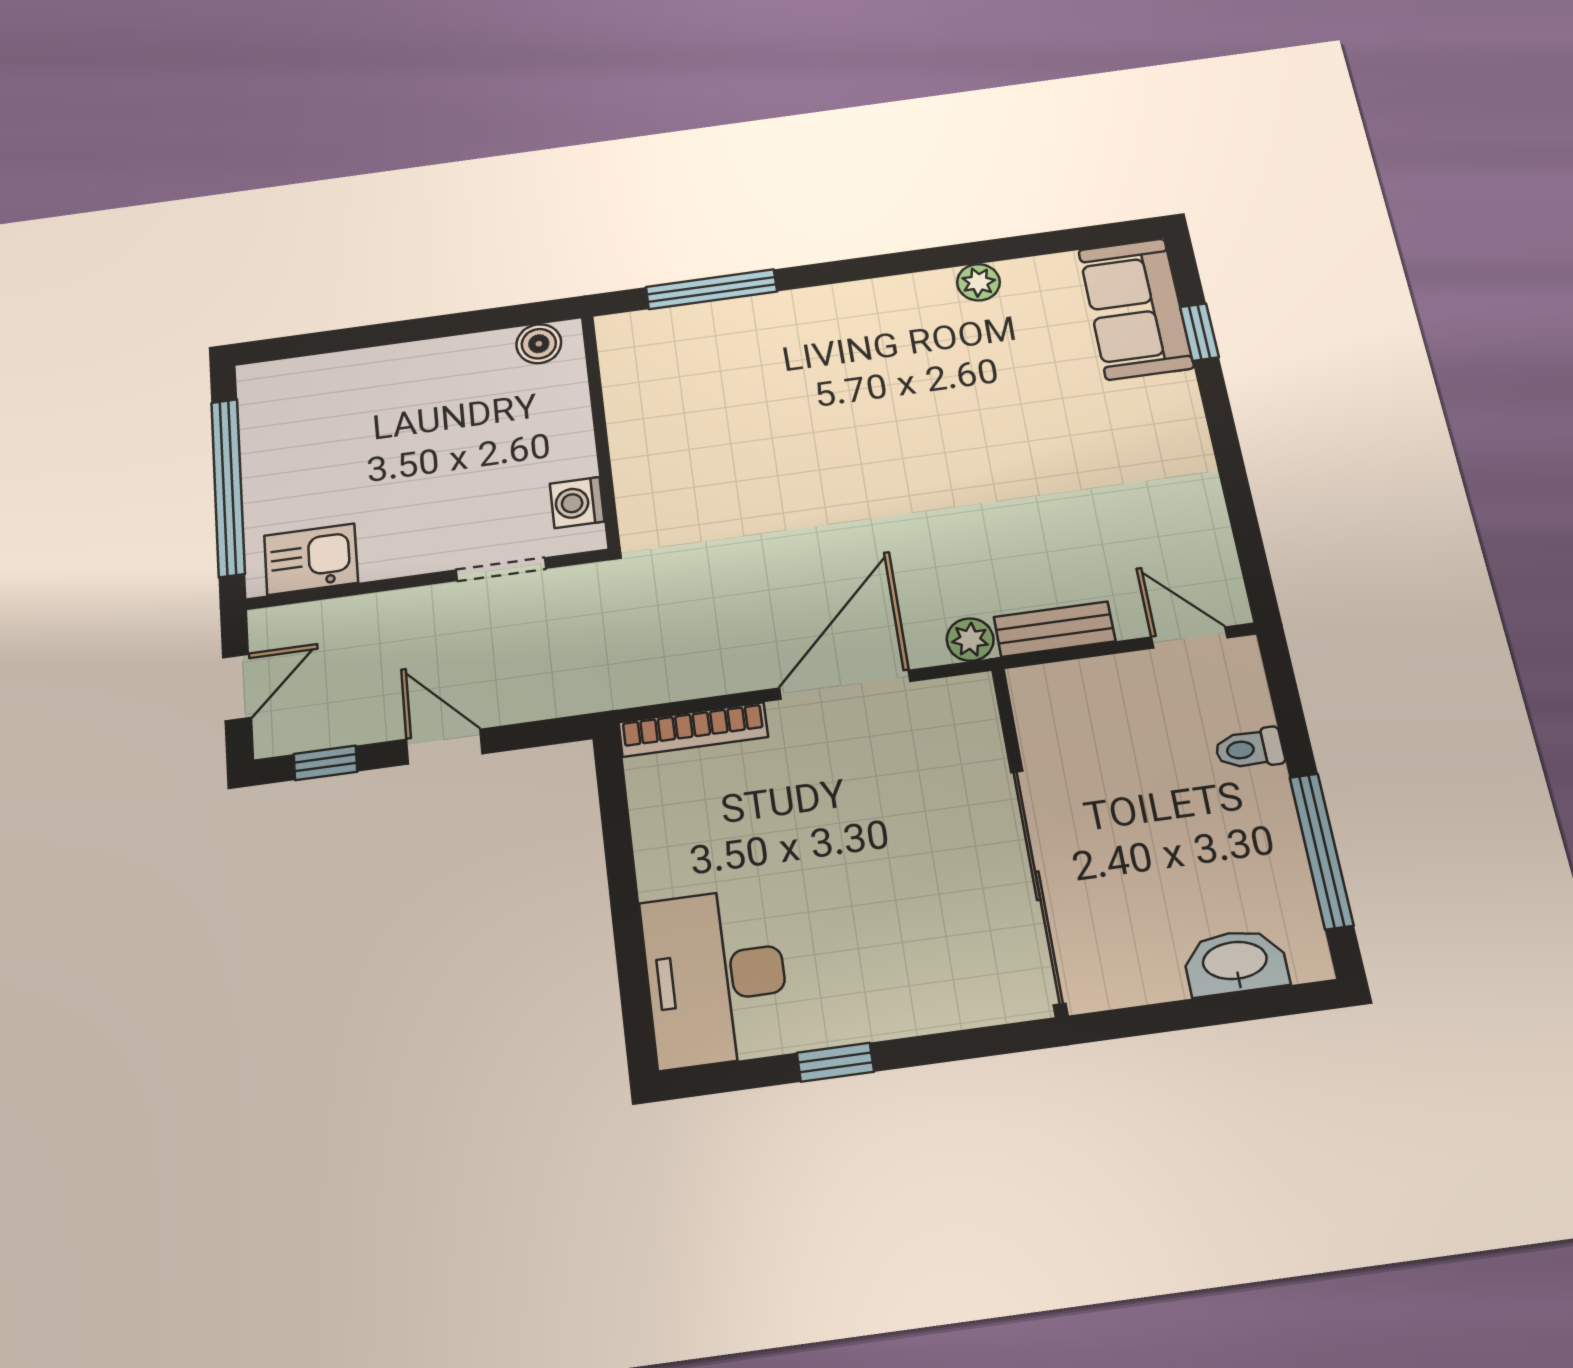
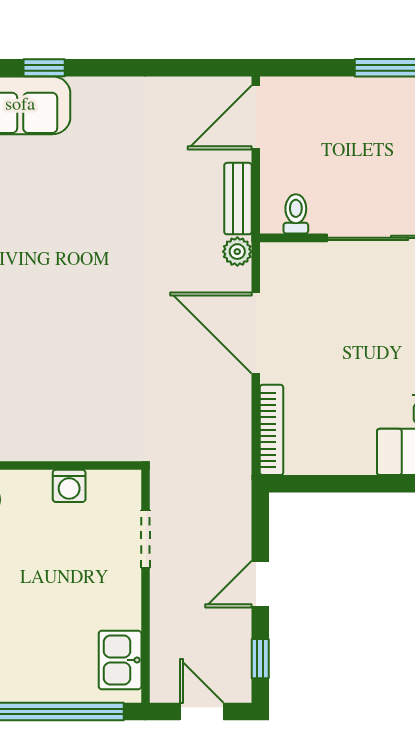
washing machine: (577, 503) -> (69, 486), moved
door: (1189, 637) -> (256, 117), width x1.38
toilet: (1249, 749) -> (296, 214), moved, turned 180

